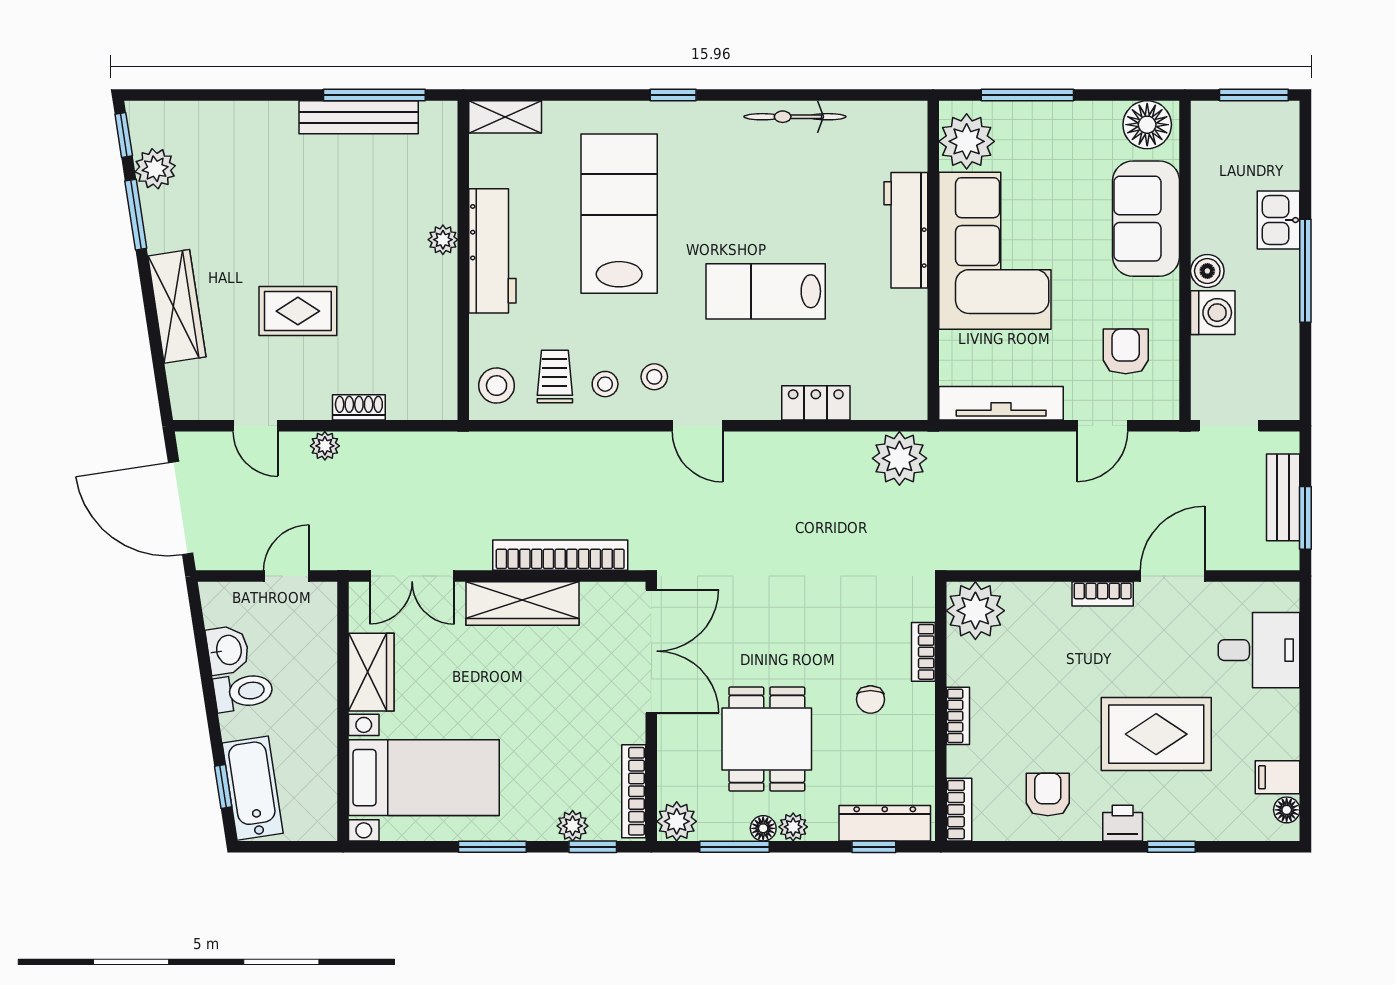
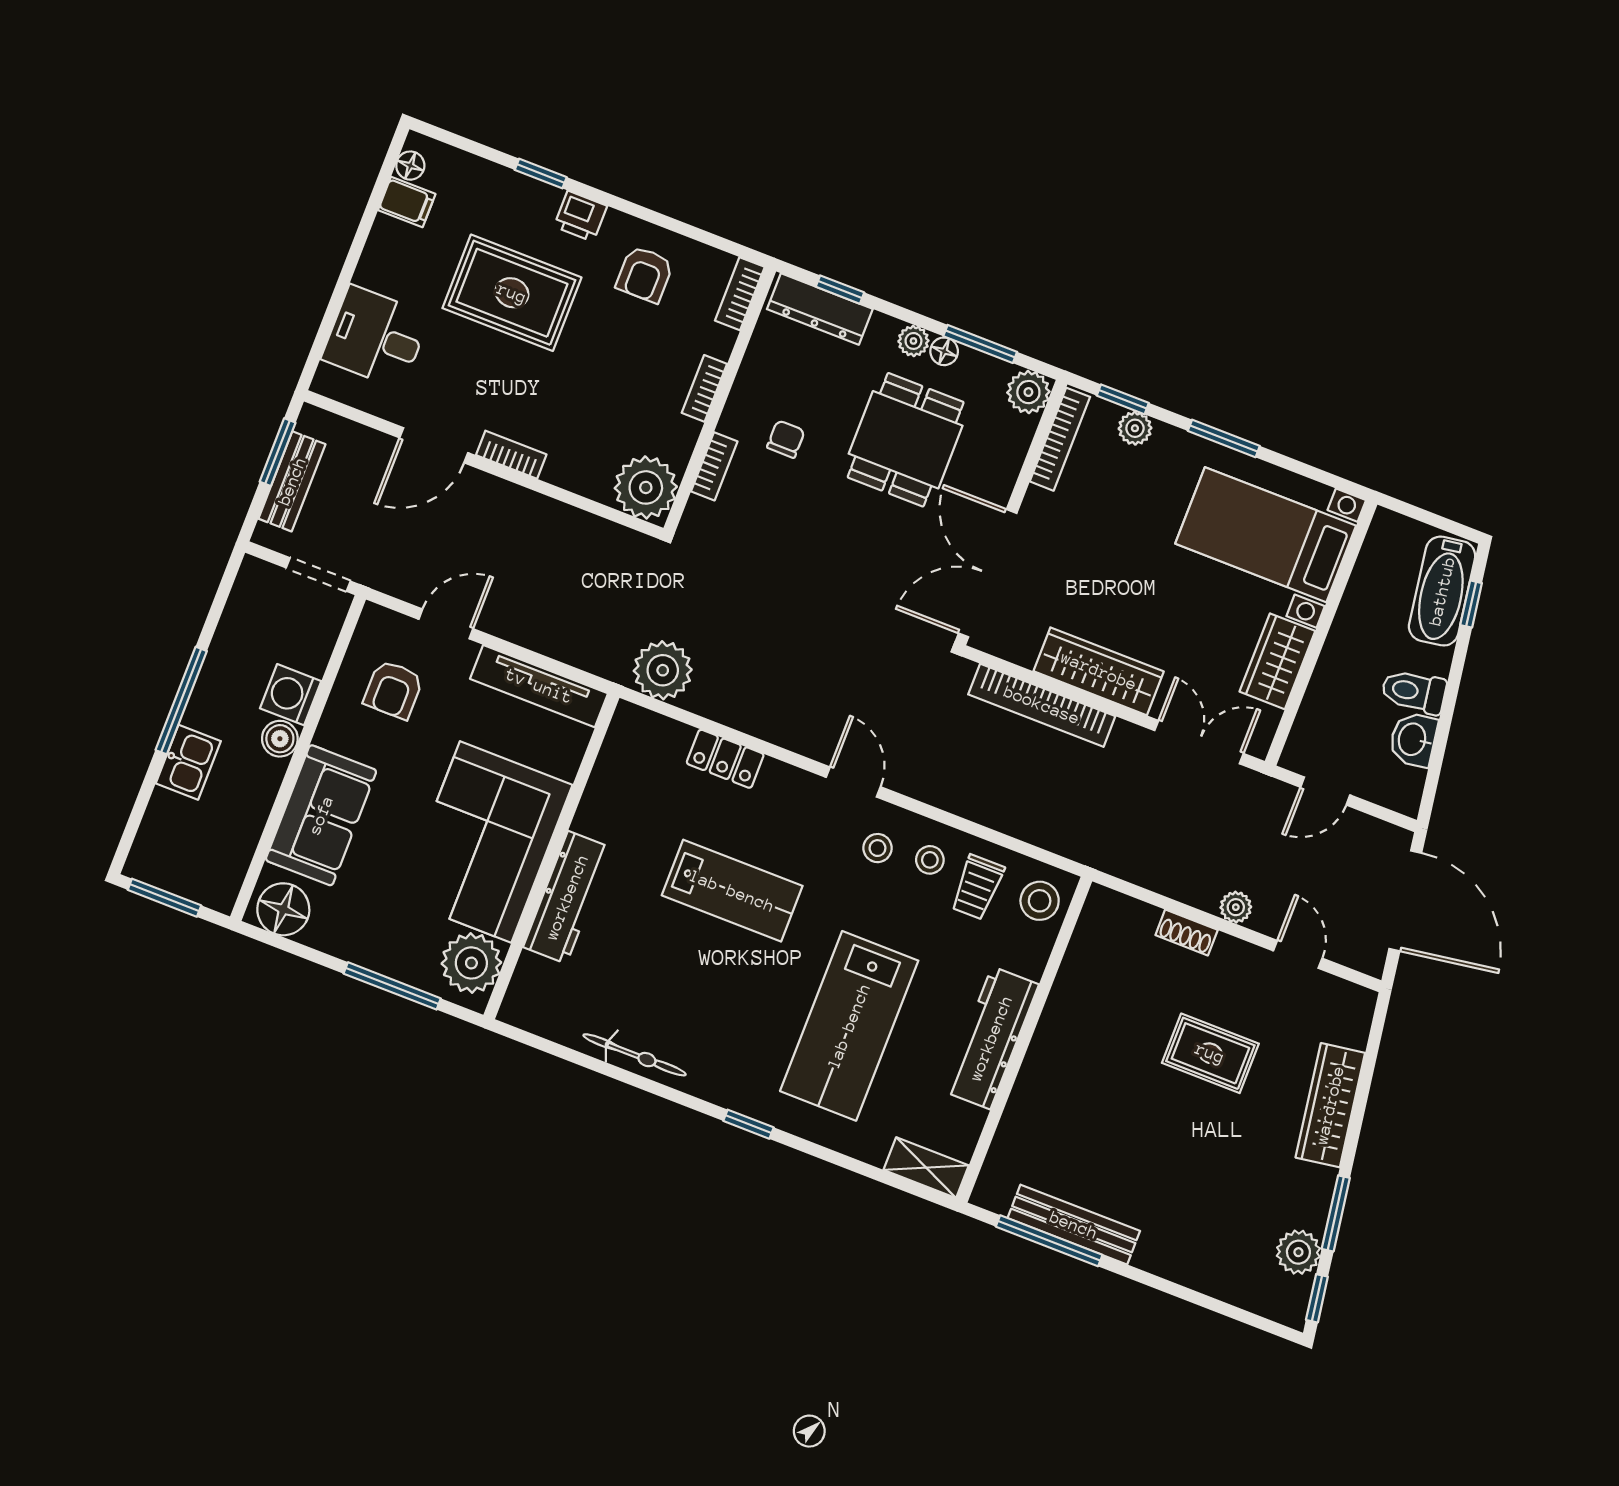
plant: (443, 240) -> (1037, 1068), removed

